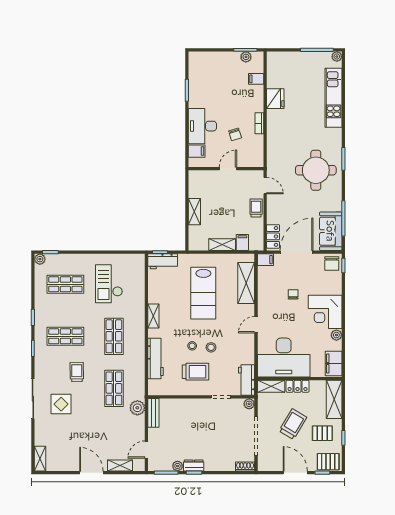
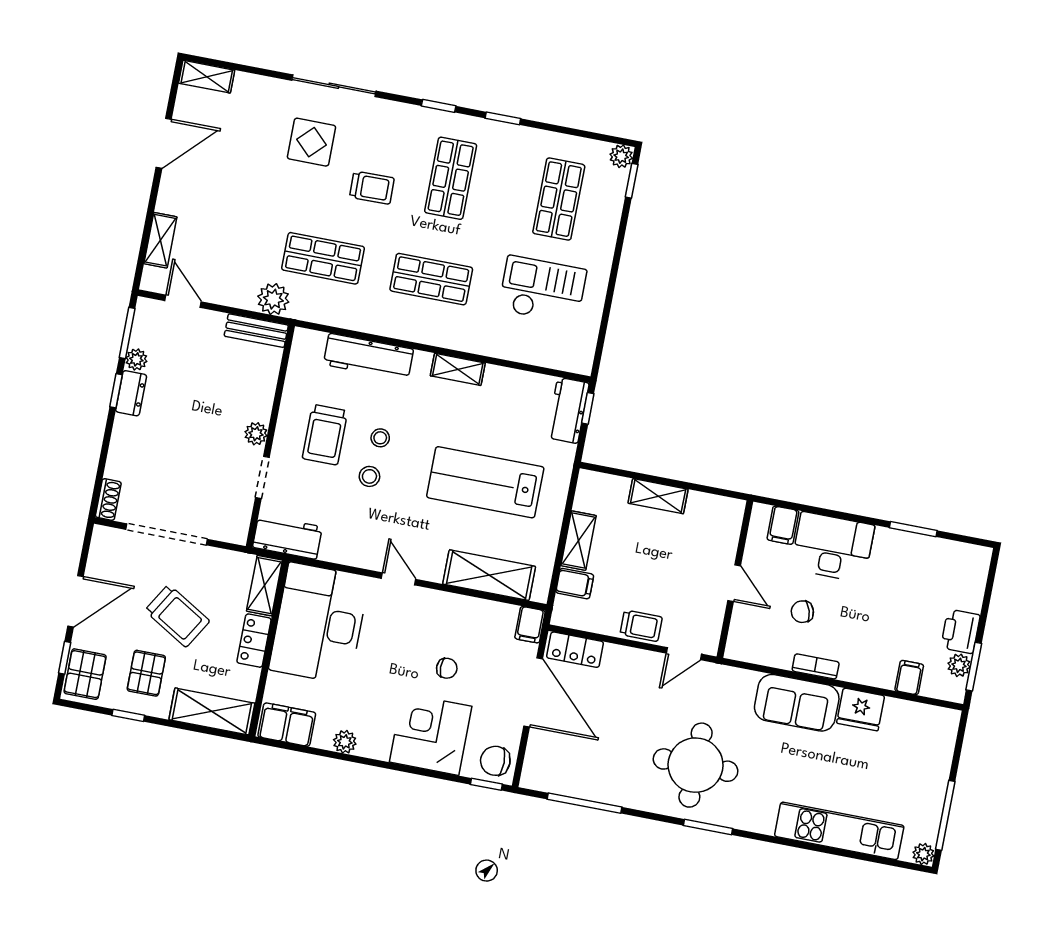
printer: (230, 59) -> (960, 631), added
sofa: (331, 231) -> (797, 703), moved, turned 180
corner desk: (325, 312) -> (431, 734), moved
plant: (249, 404) -> (256, 434), moved
door: (91, 473) -> (164, 143), moved

